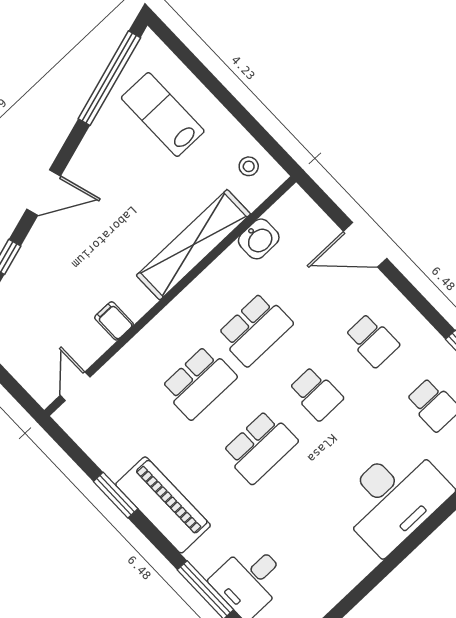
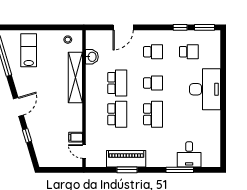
lab bench: (163, 115) -> (29, 50), turned 90
filing cabinet: (114, 321) -> (76, 137), moved
piano: (163, 505) -> (126, 159), moved

